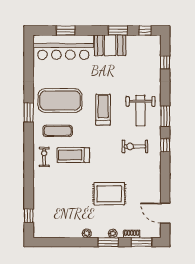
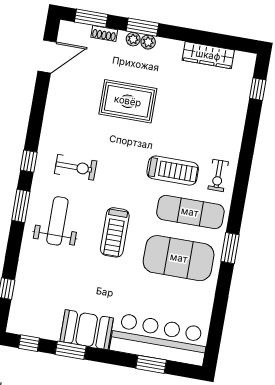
exercise mat: (58, 131) -> (190, 212), width x1.36, depth x1.45
door: (165, 213) -> (47, 56), hinge flipped
wardrobe: (64, 232) -> (208, 55), added
plant: (87, 233) -> (148, 42), moved

